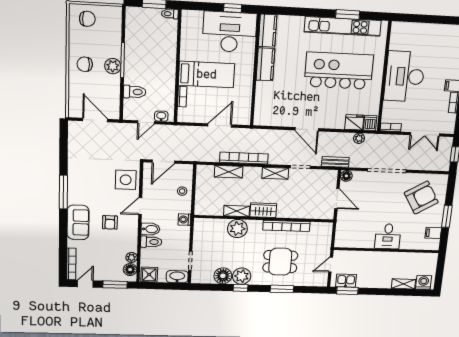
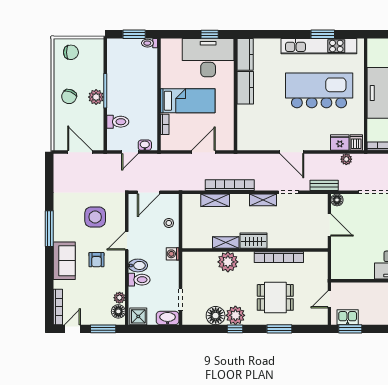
chair: (85, 64) -> (69, 97), turned -68
side table: (126, 180) -> (95, 217), moved

